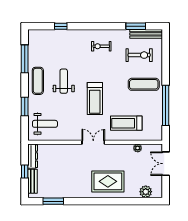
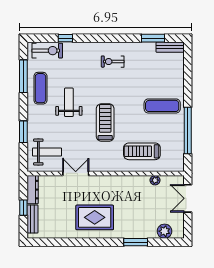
bench: (146, 34) -> (170, 47), width x0.73
exercise bike: (139, 55) -> (47, 51), moved
exercise mat: (38, 81) -> (40, 88), moved
treadmill: (95, 99) -> (105, 123), turned 180
double door: (93, 142) -> (76, 173), moved
rug: (108, 181) -> (95, 217), moved
window: (53, 201) -> (136, 242), moved

